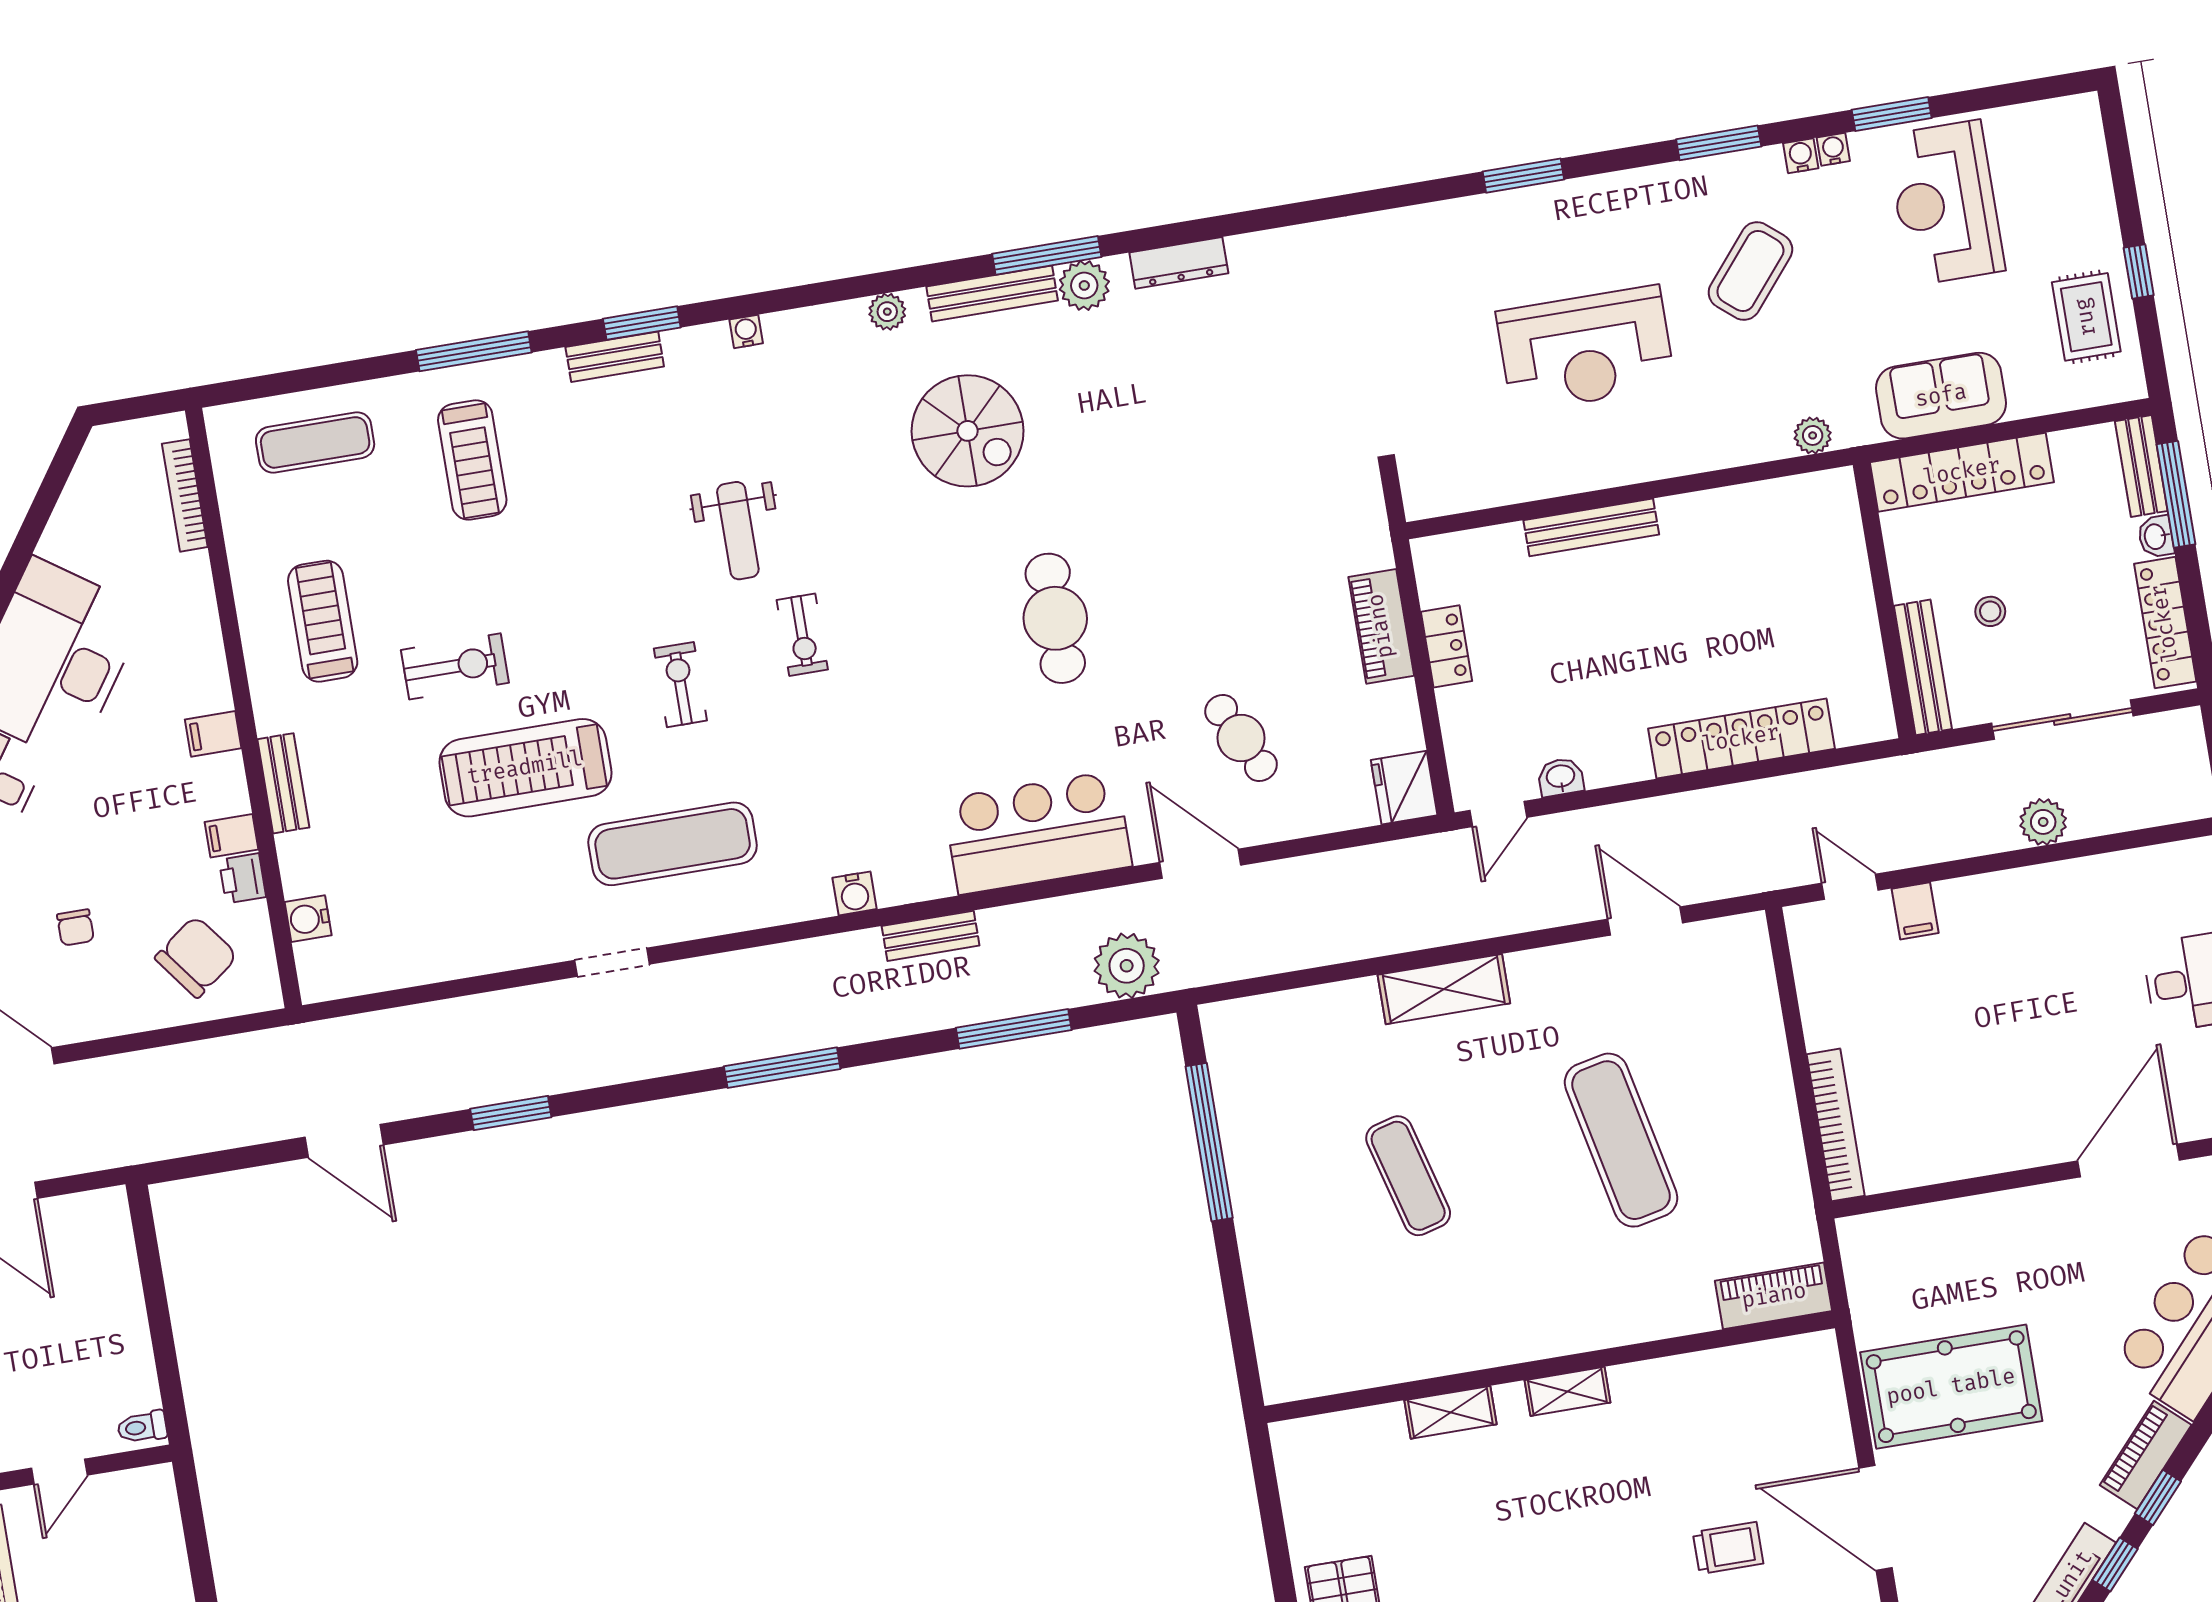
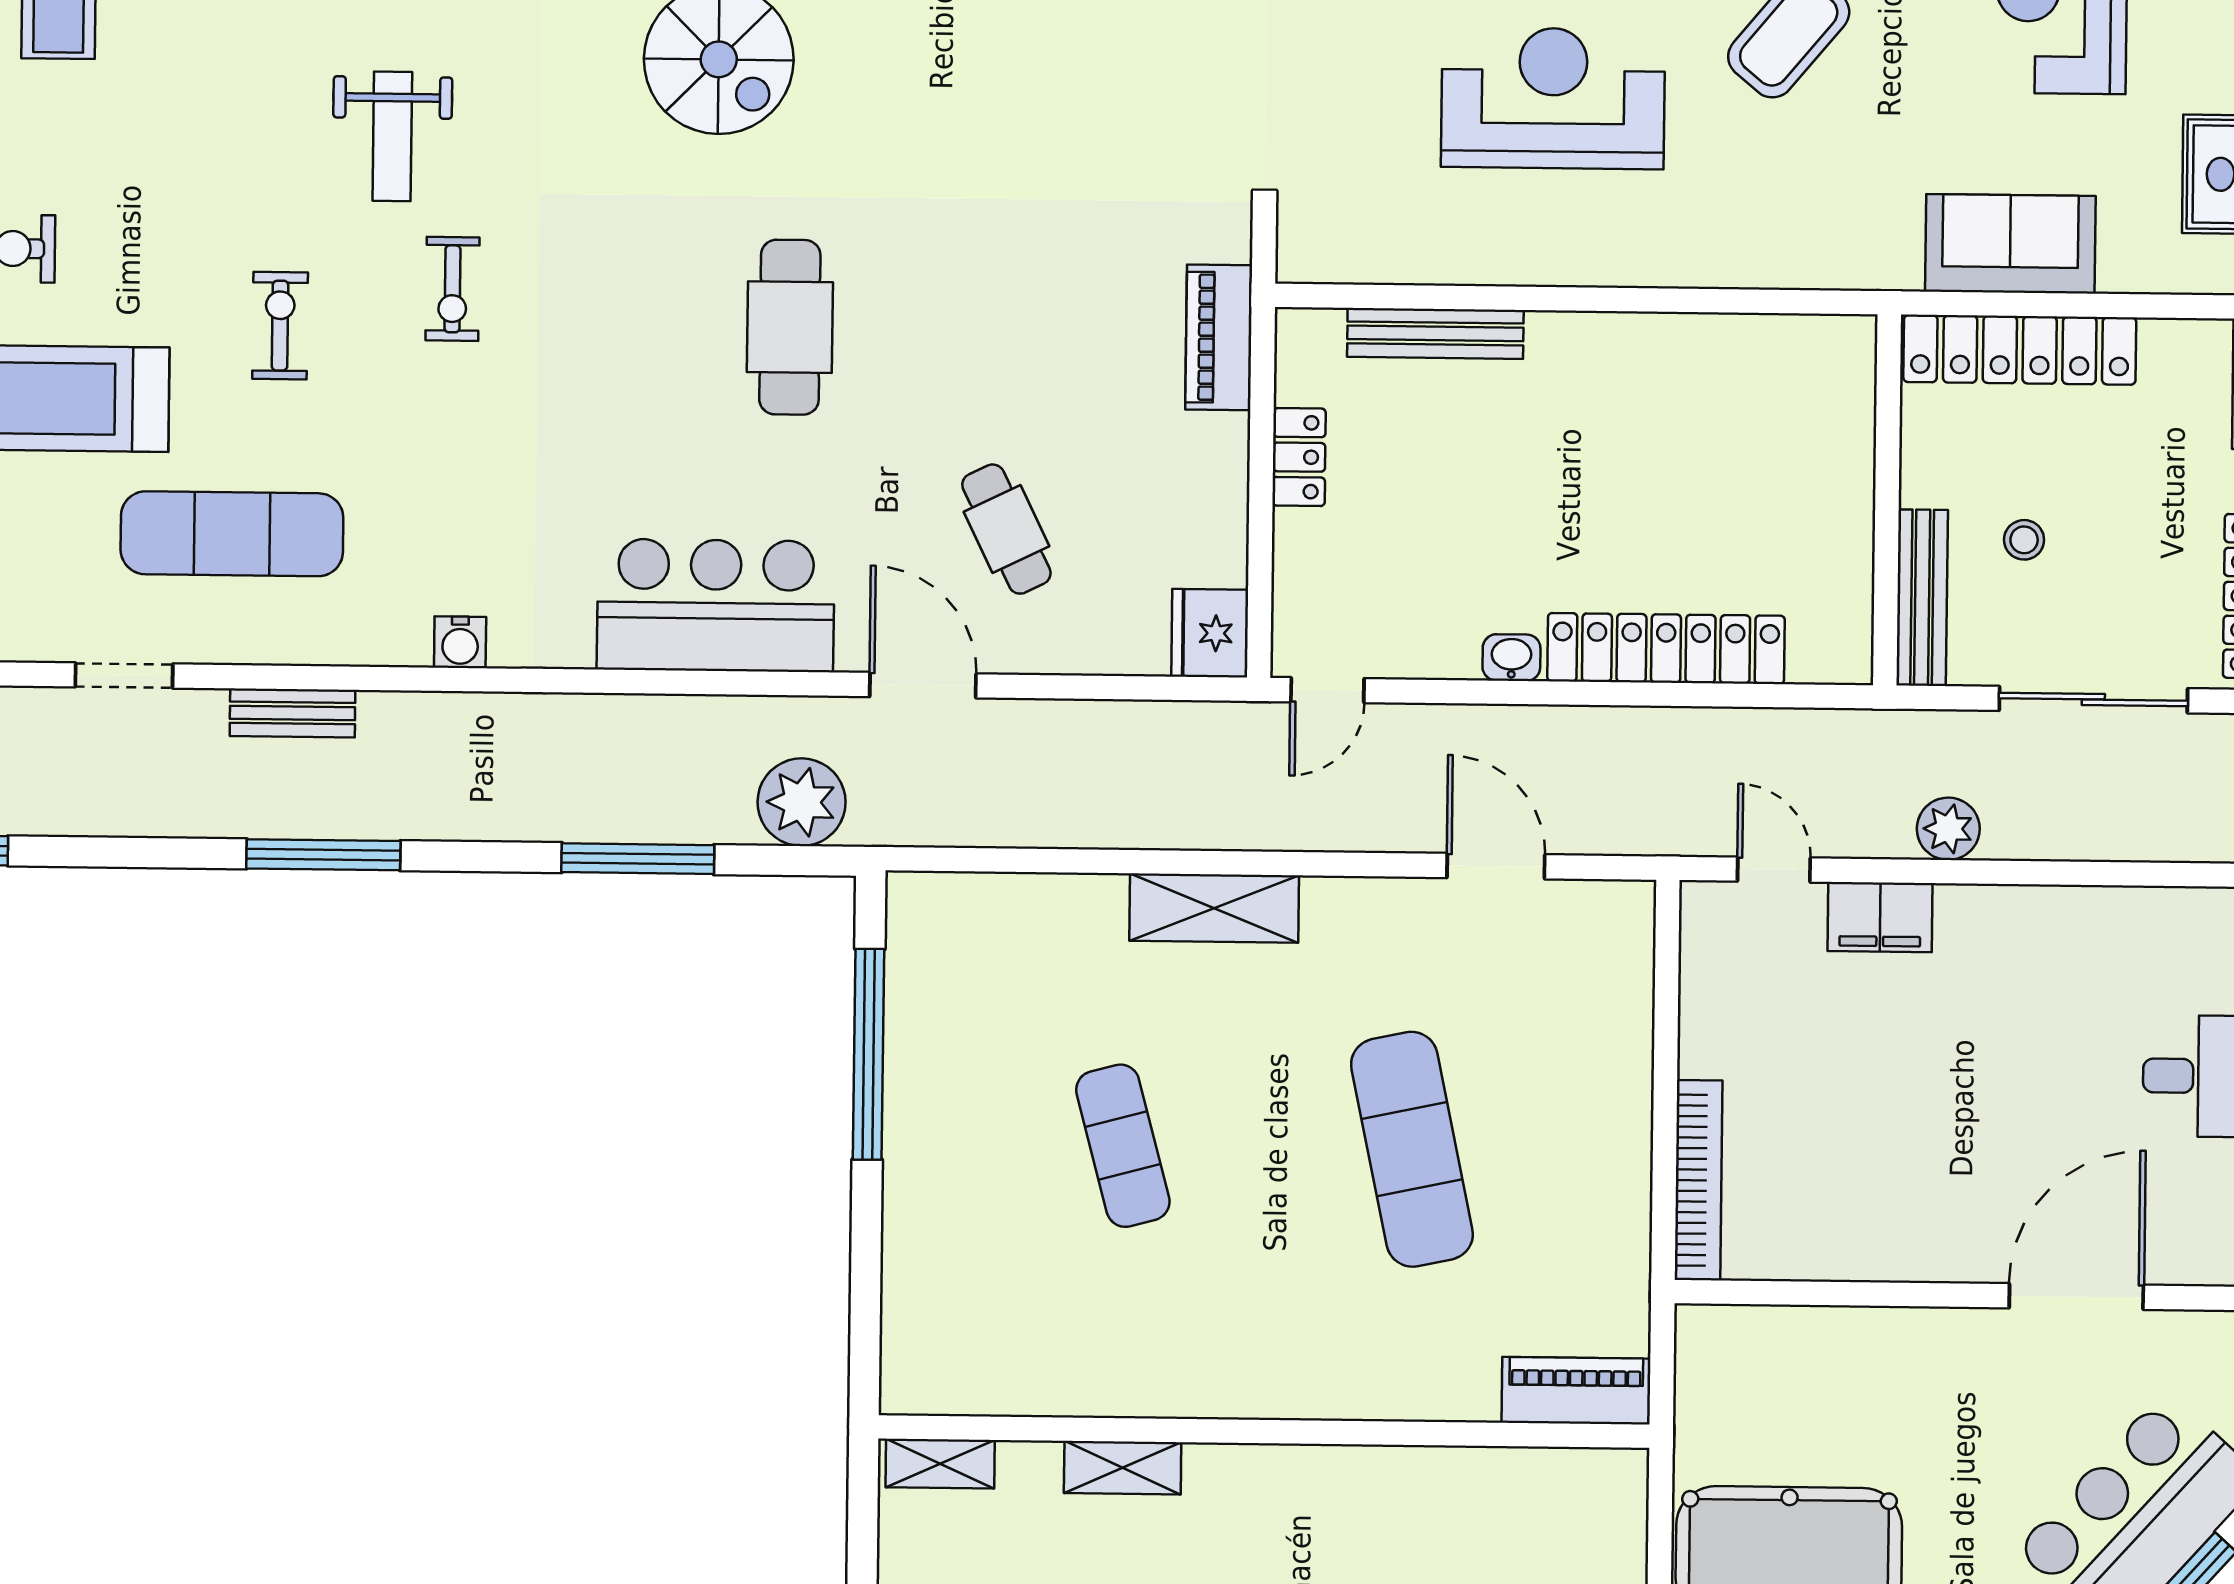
reception desk: (1586, 349) -> (1553, 98), turned 180
plant: (1813, 435) -> (1832, 266), removed
bench: (1591, 527) -> (1435, 333), moved
piano: (1381, 626) -> (1219, 337), moved
washbasin: (1561, 777) -> (1511, 658), moved
plant: (2043, 822) -> (1948, 829), moved
filing cabinet: (1915, 911) -> (1880, 917), width x2.00
bench: (931, 936) -> (292, 713), moved
shelving: (1567, 1391) -> (940, 1464), moved

